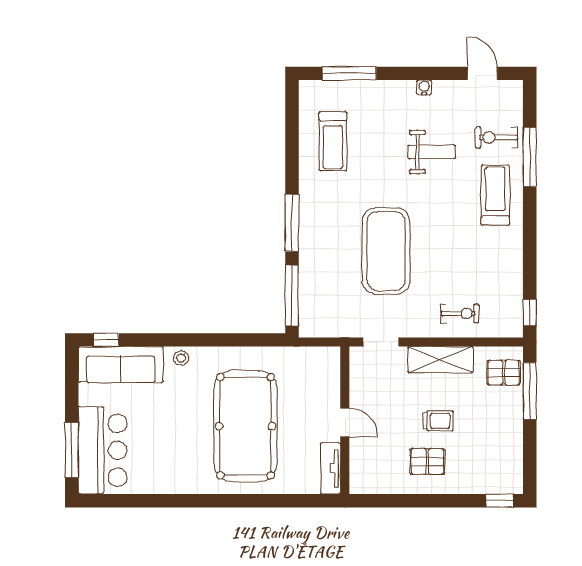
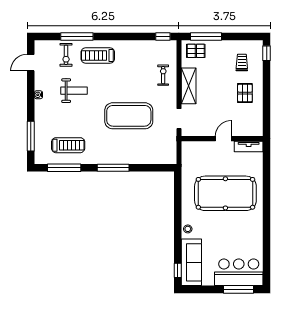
weight bench: (432, 152) -> (74, 91), turned 90
window: (292, 296) -> (64, 168), moved
pallet: (504, 373) -> (196, 51), turned 90
trolley: (438, 421) -> (242, 63), moved

